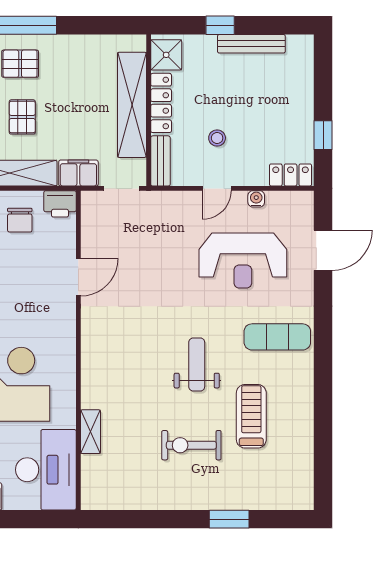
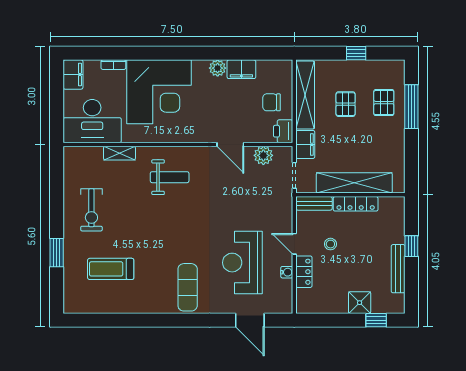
shower: (166, 55) -> (360, 303), moved
pallet: (22, 117) -> (346, 104), turned 90
window: (323, 135) -> (376, 320), moved
locker: (291, 175) -> (304, 272), moved
plant: (94, 231) -> (263, 155), added
weight bench: (197, 364) -> (170, 177), moved
treadmill: (251, 416) -> (111, 269), moved, turned 180
exercise bike: (191, 445) -> (91, 210), moved, turned 180

